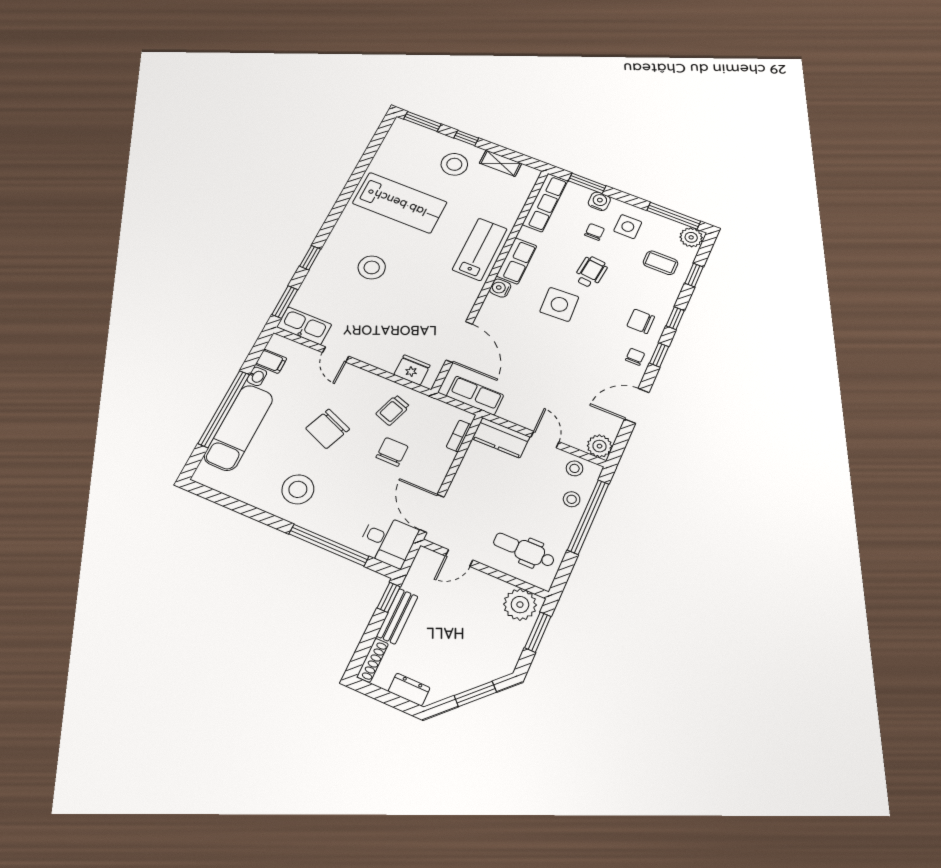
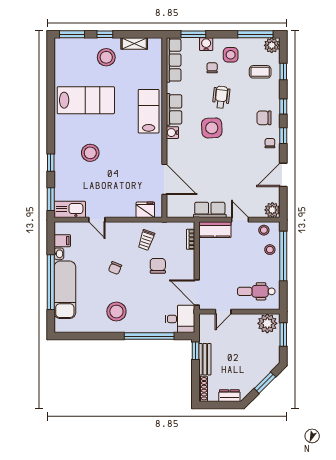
row of seats: (475, 396) -> (210, 210), moved
chair: (328, 429) -> (115, 268), width x0.54, depth x0.54

